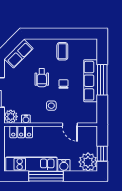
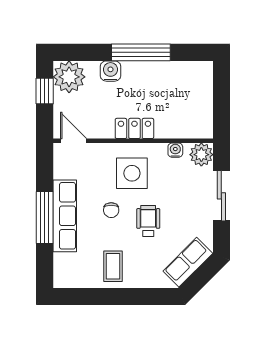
side table: (51, 106) -> (132, 173), width x1.87, depth x1.87
door: (70, 125) -> (73, 141), moved
locker: (21, 132) -> (134, 128), moved
kitchen unit: (31, 164) -> (166, 73), removed

